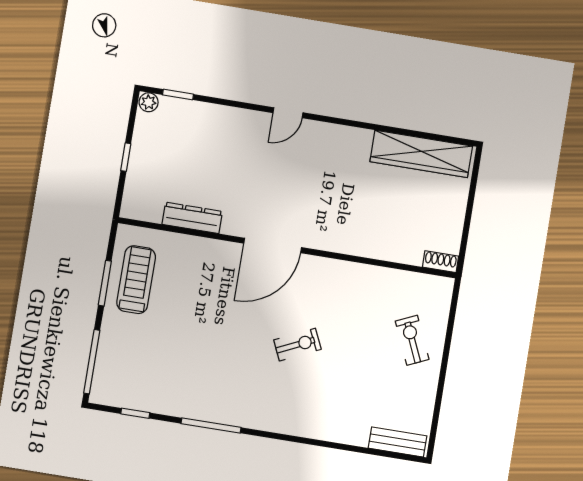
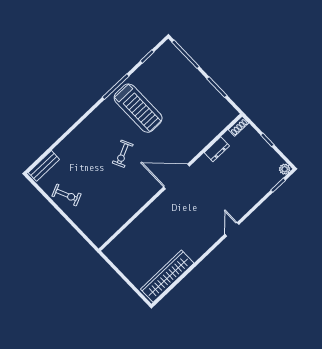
dresser: (192, 218) -> (217, 149), width x0.70
door: (273, 245) -> (177, 176), hinge flipped
shoe rack: (441, 262) -> (238, 126), moved
treadmill: (136, 280) -> (138, 108), moved, width x1.37, depth x1.38
exercise bike: (412, 340) -> (67, 195), moved

